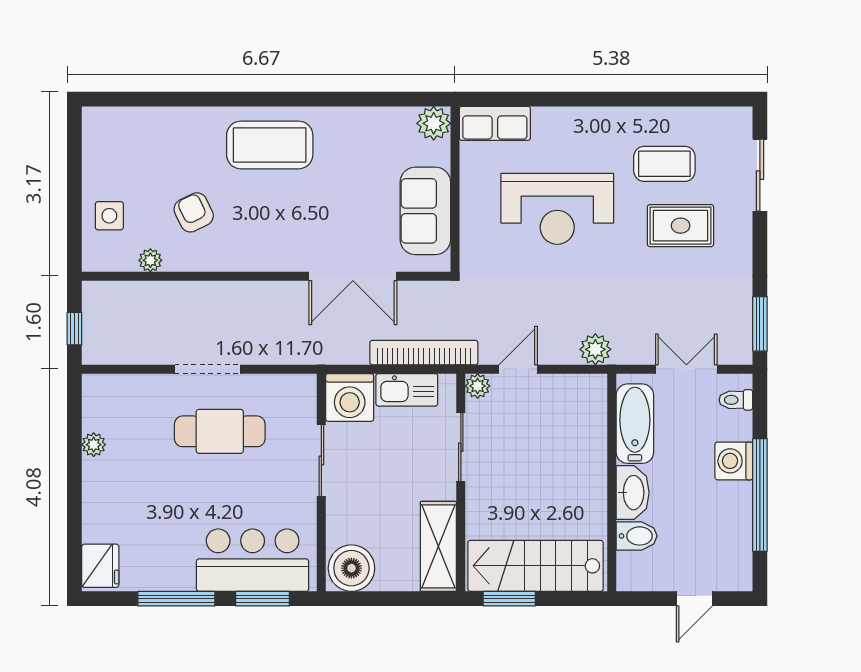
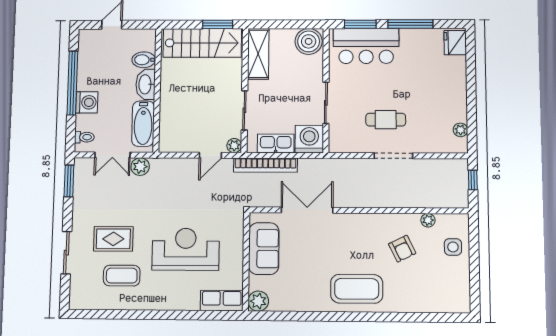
sliding door: (760, 175) -> (66, 253), moved
plant: (595, 349) -> (140, 167), moved
cafe table: (220, 431) -> (386, 120), width x0.73, depth x0.74
plant: (94, 445) -> (460, 130), moved

